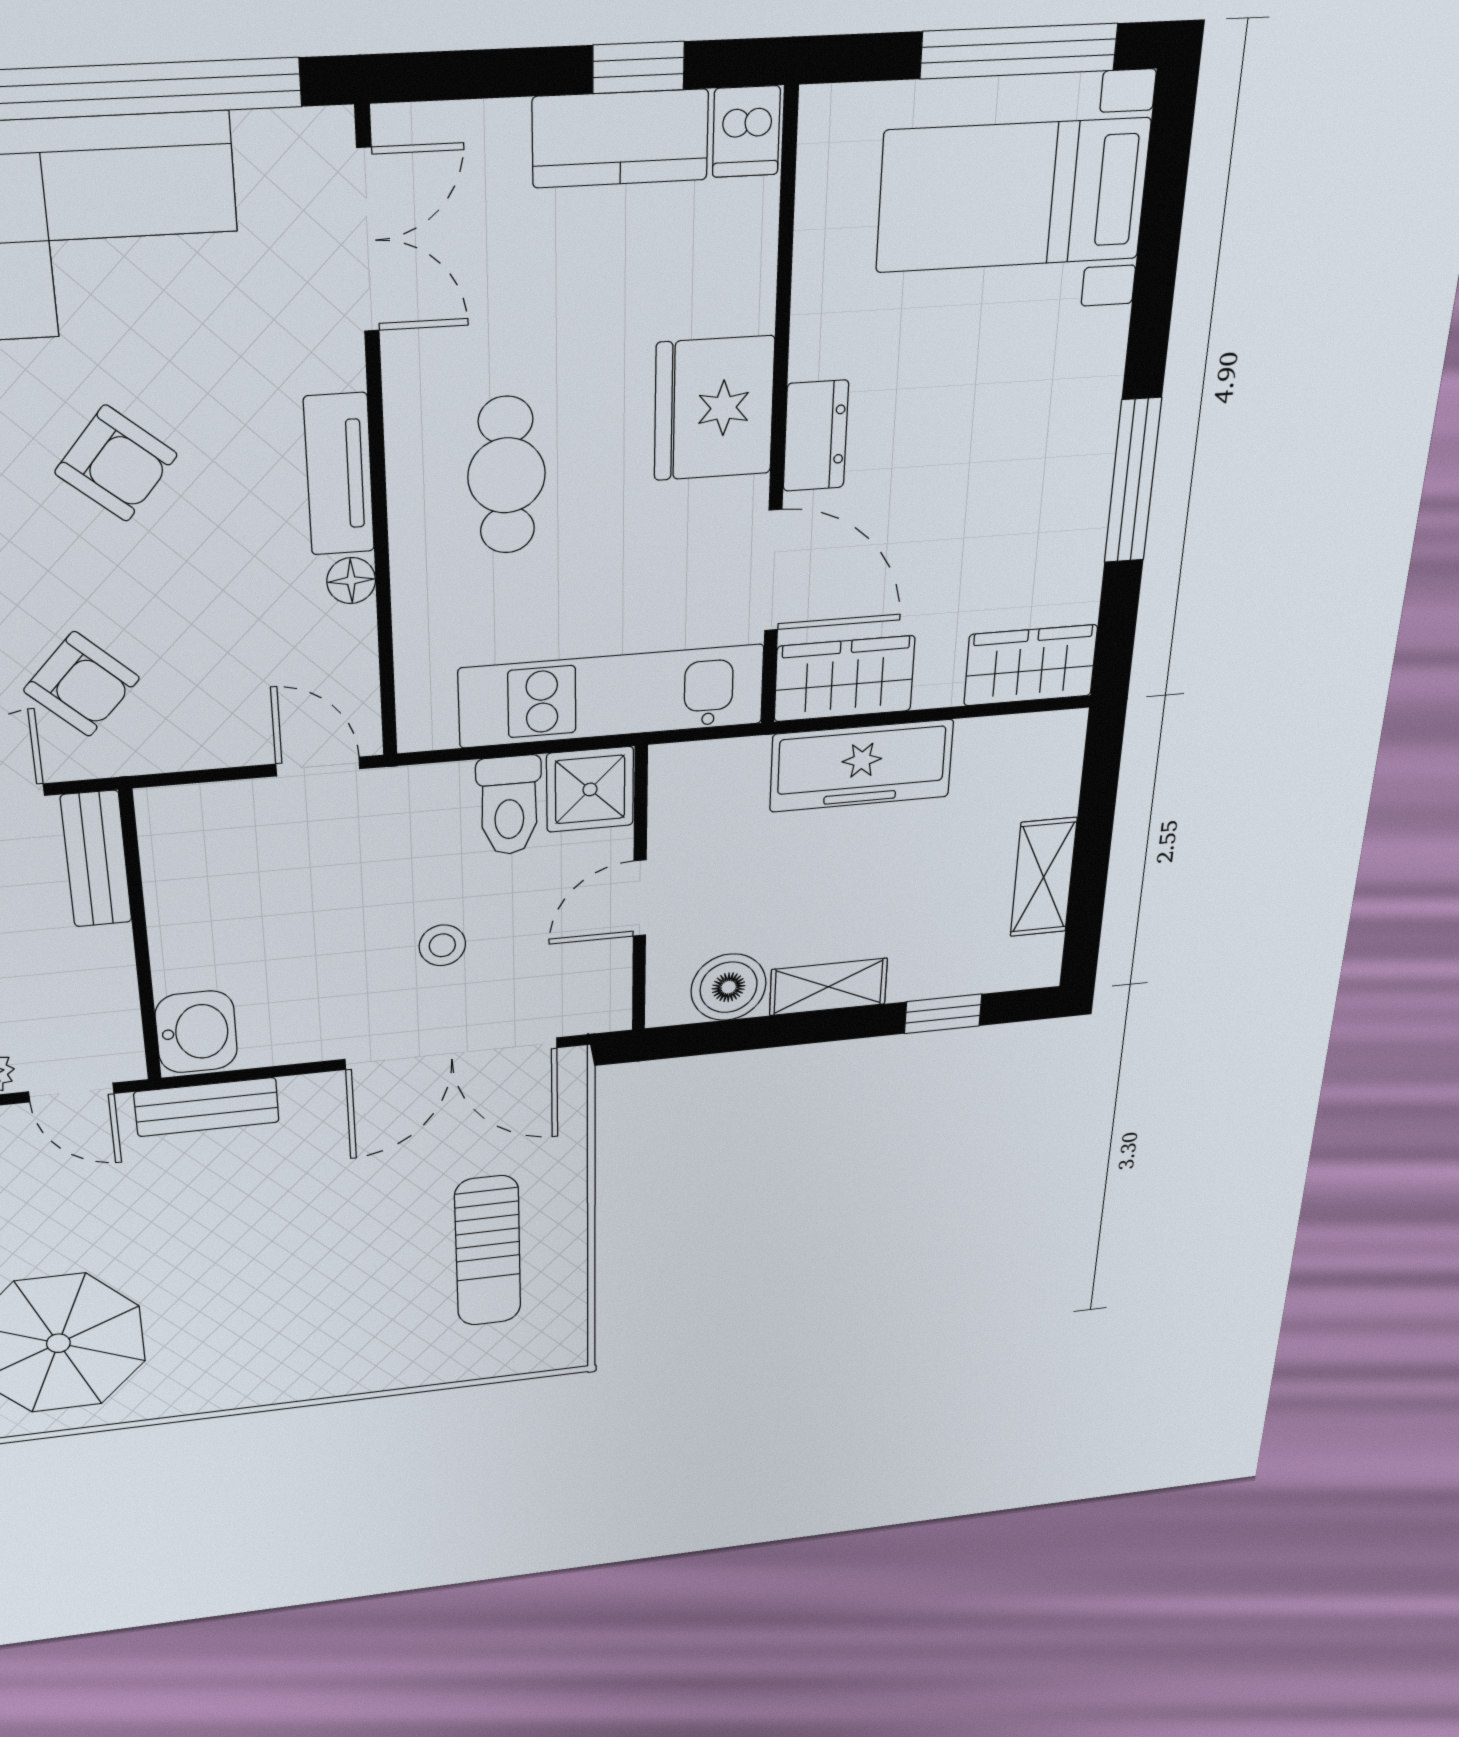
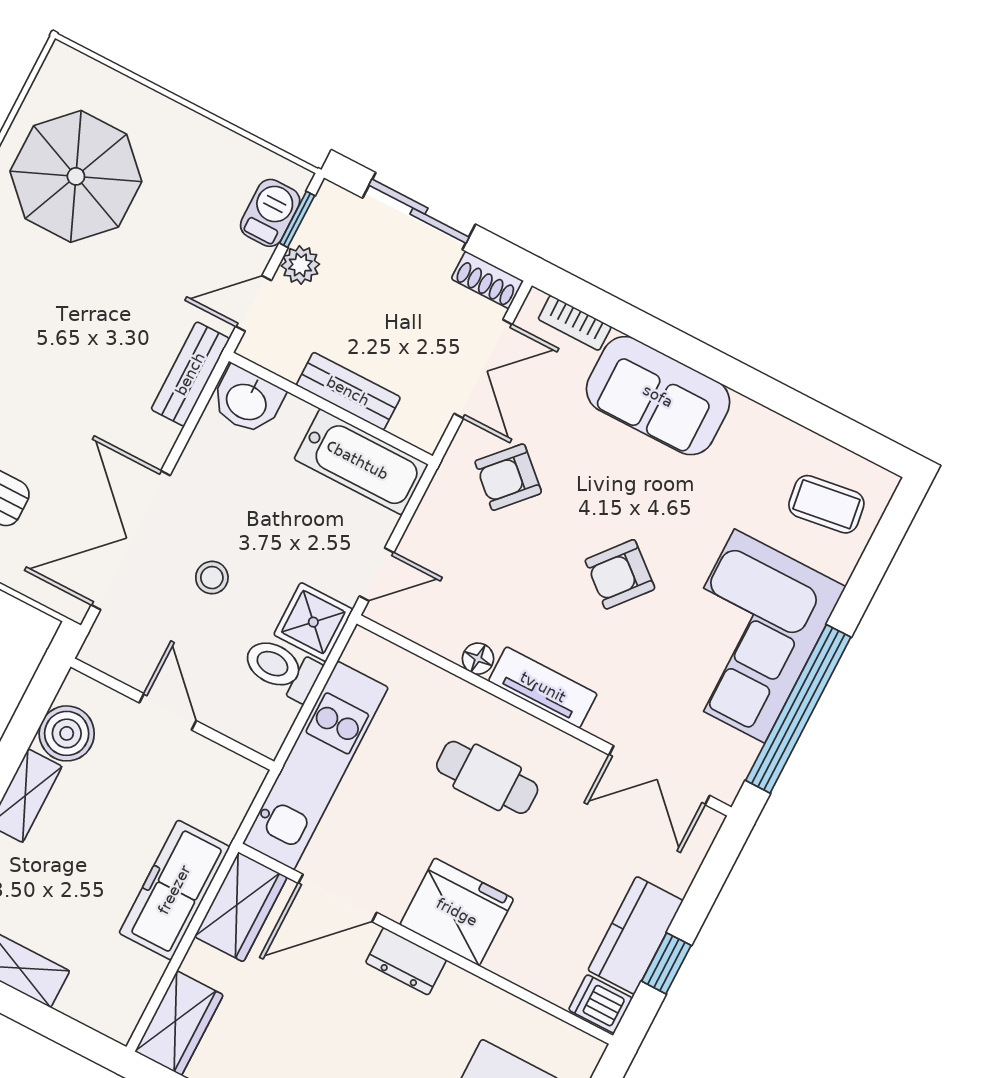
shower: (590, 789) -> (313, 622), moved
bench: (96, 859) -> (348, 391), moved
bathtub: (184, 867) -> (361, 462), added

